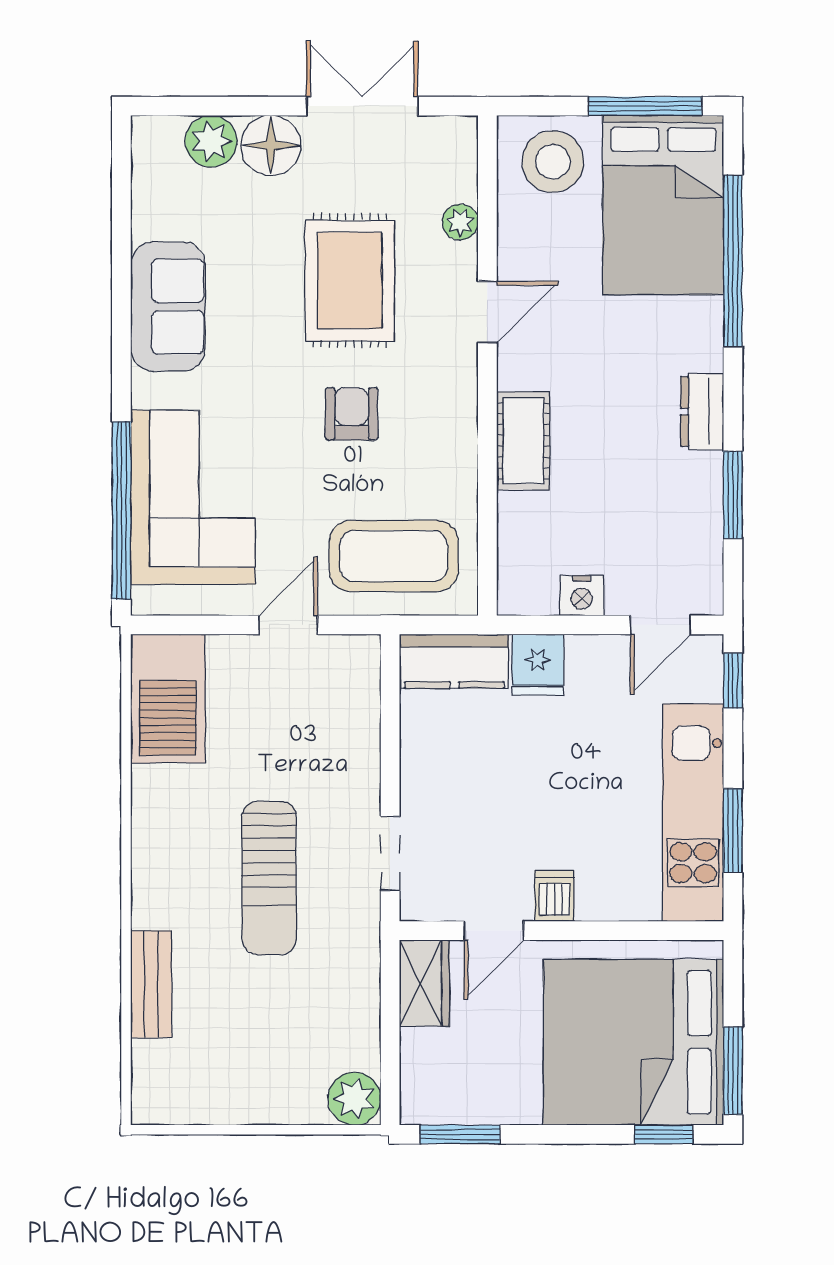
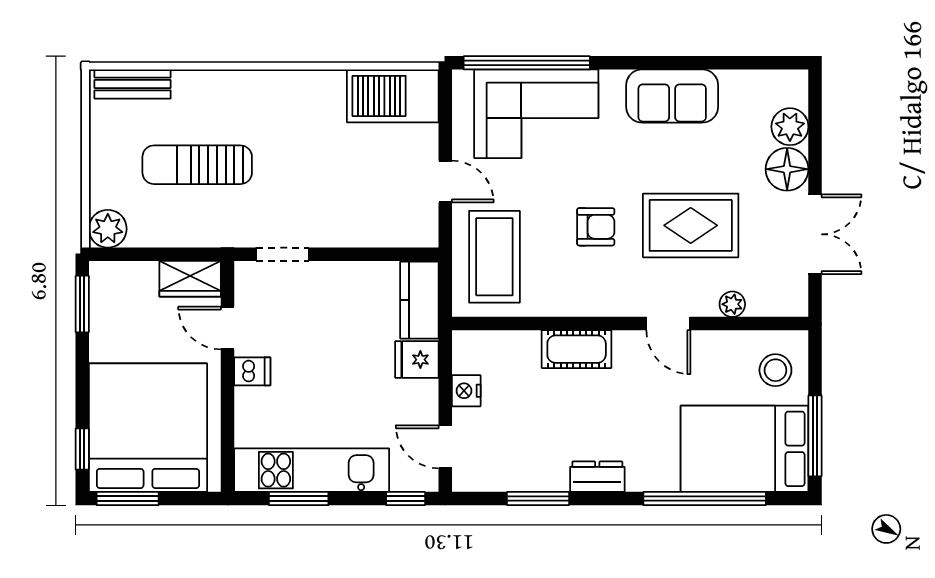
stool: (553, 162) -> (775, 370), width x0.73, depth x0.73
sun lounger: (269, 878) -> (197, 165), moved
bench: (151, 984) -> (133, 84), moved

